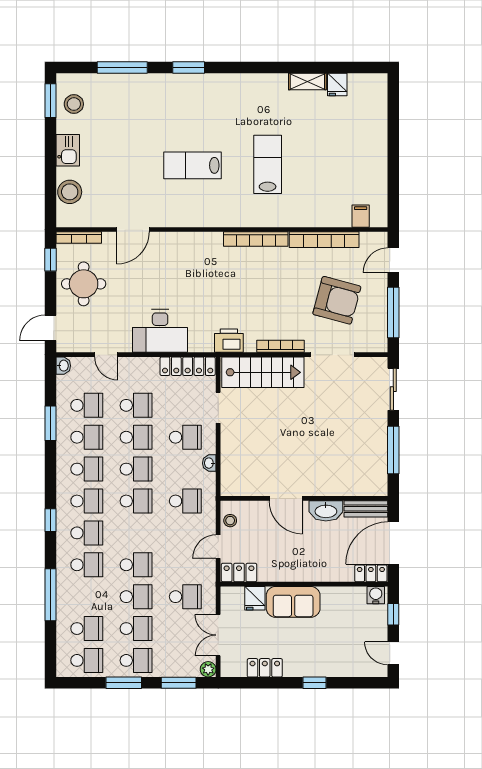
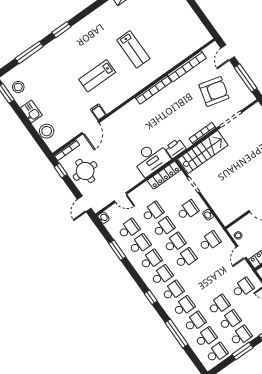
lab bench: (268, 164) -> (133, 49), turned 180
filing cabinet: (361, 216) -> (98, 112), moved
desk: (160, 331) -> (151, 158), moved
school desk: (136, 565) -> (195, 322), moved

